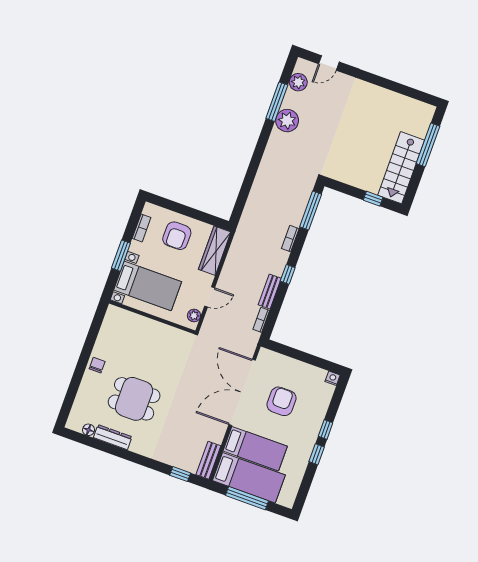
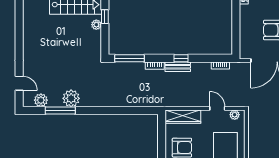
plant: (367, 184) -> (96, 25), added
bench: (270, 292) -> (178, 67), moved

